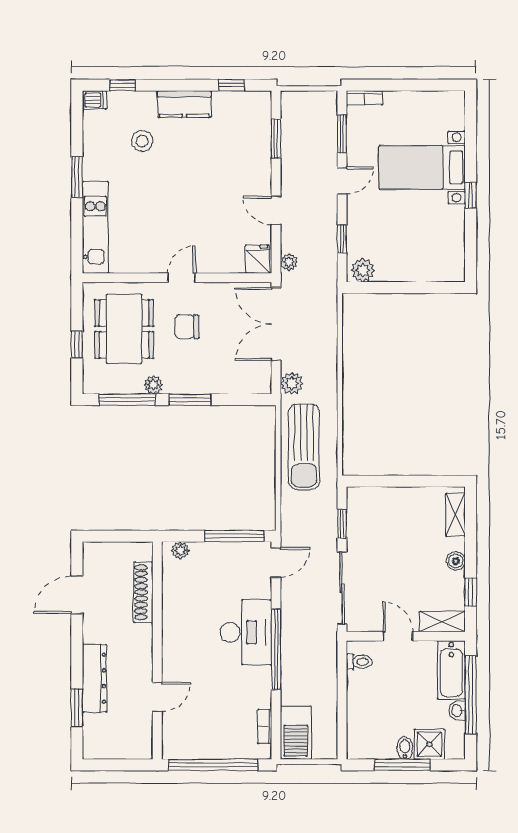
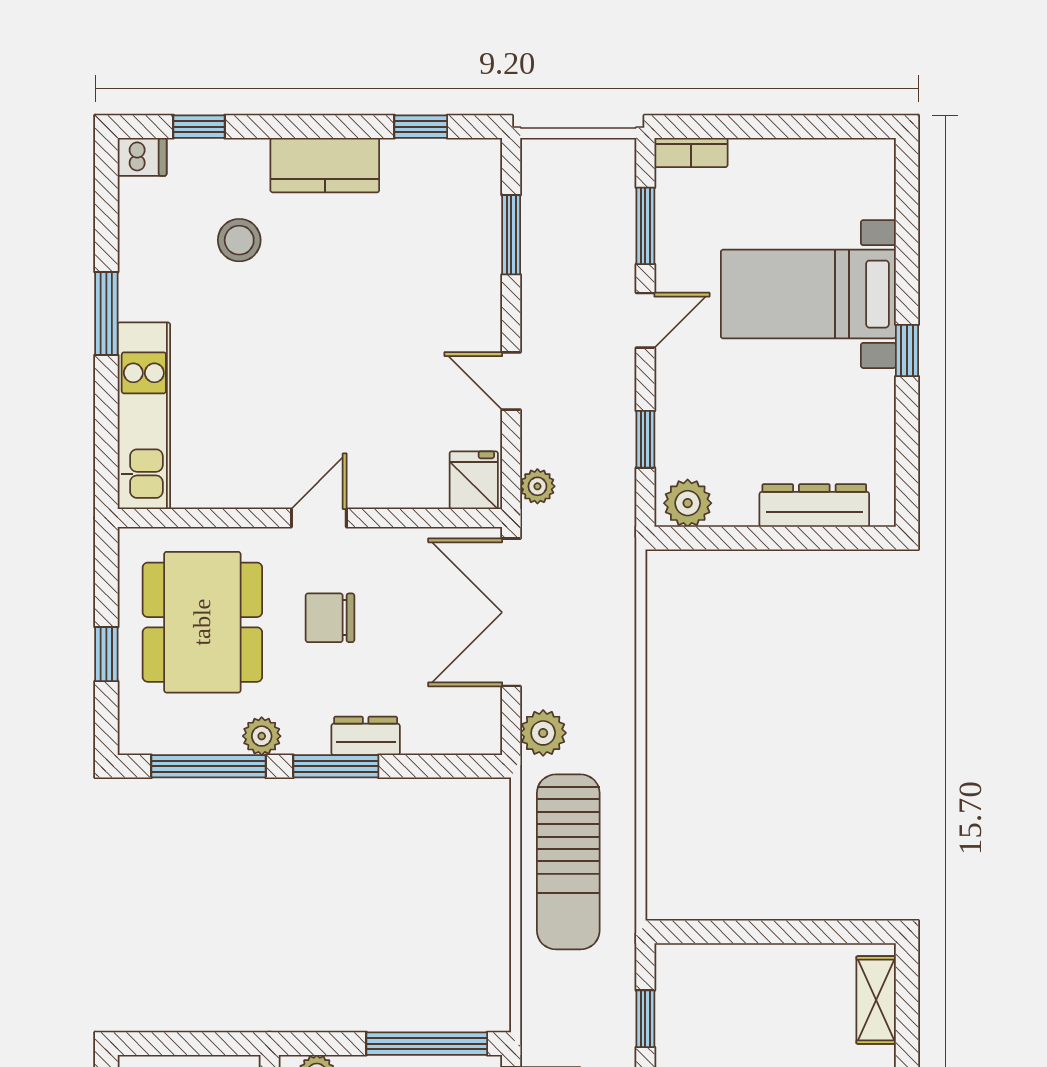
dresser: (425, 272) -> (814, 506), added
dresser: (204, 385) -> (366, 736), added

